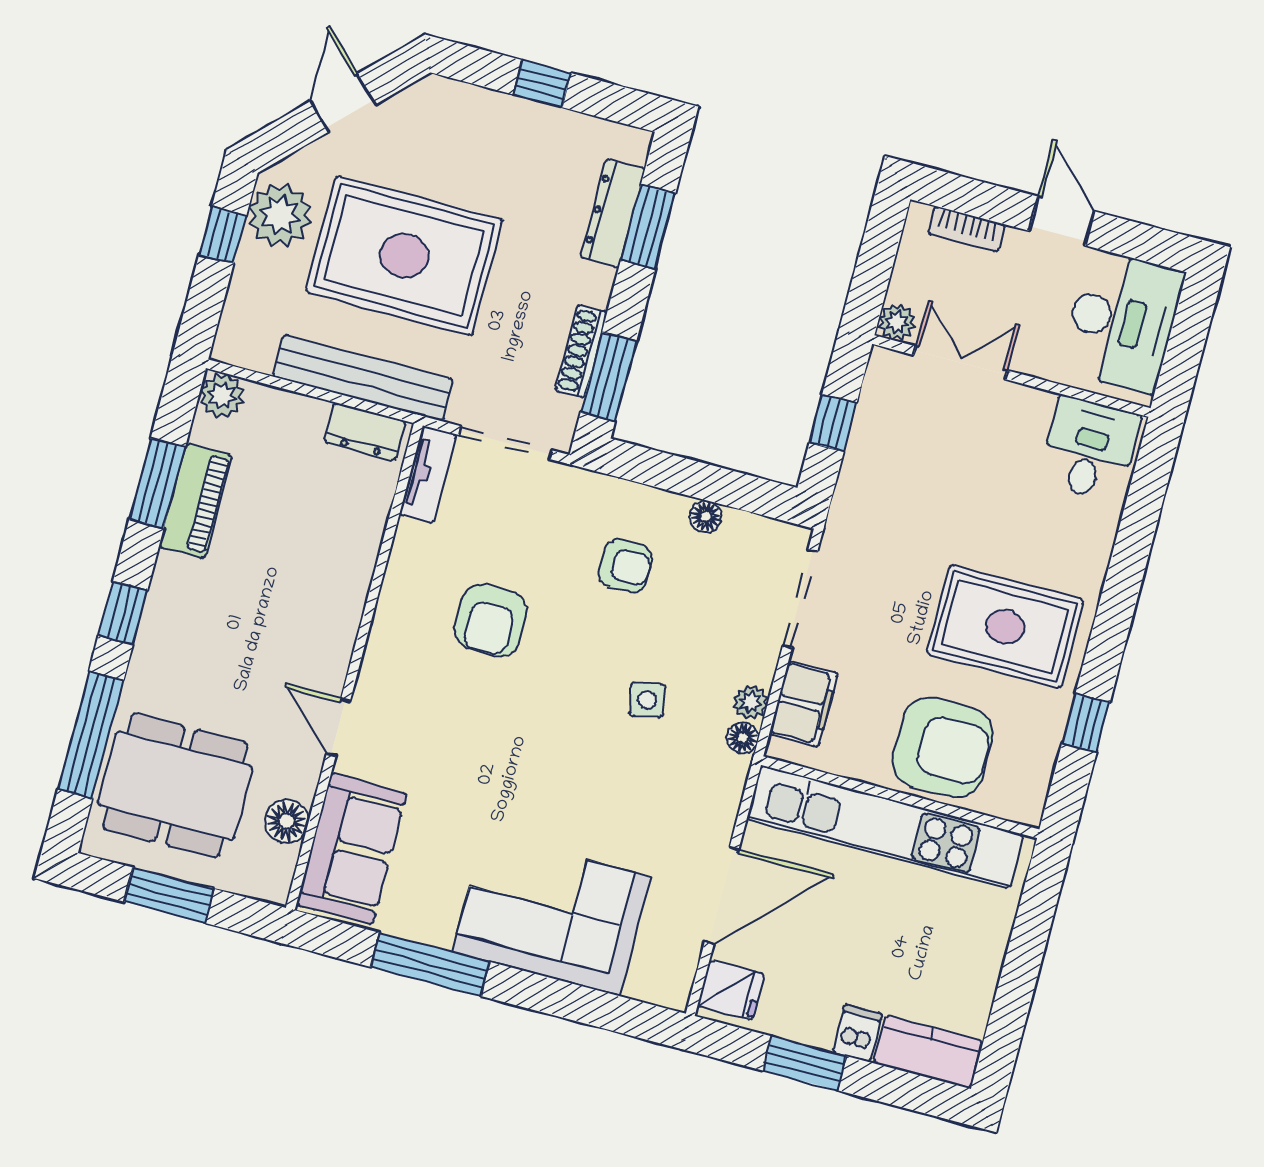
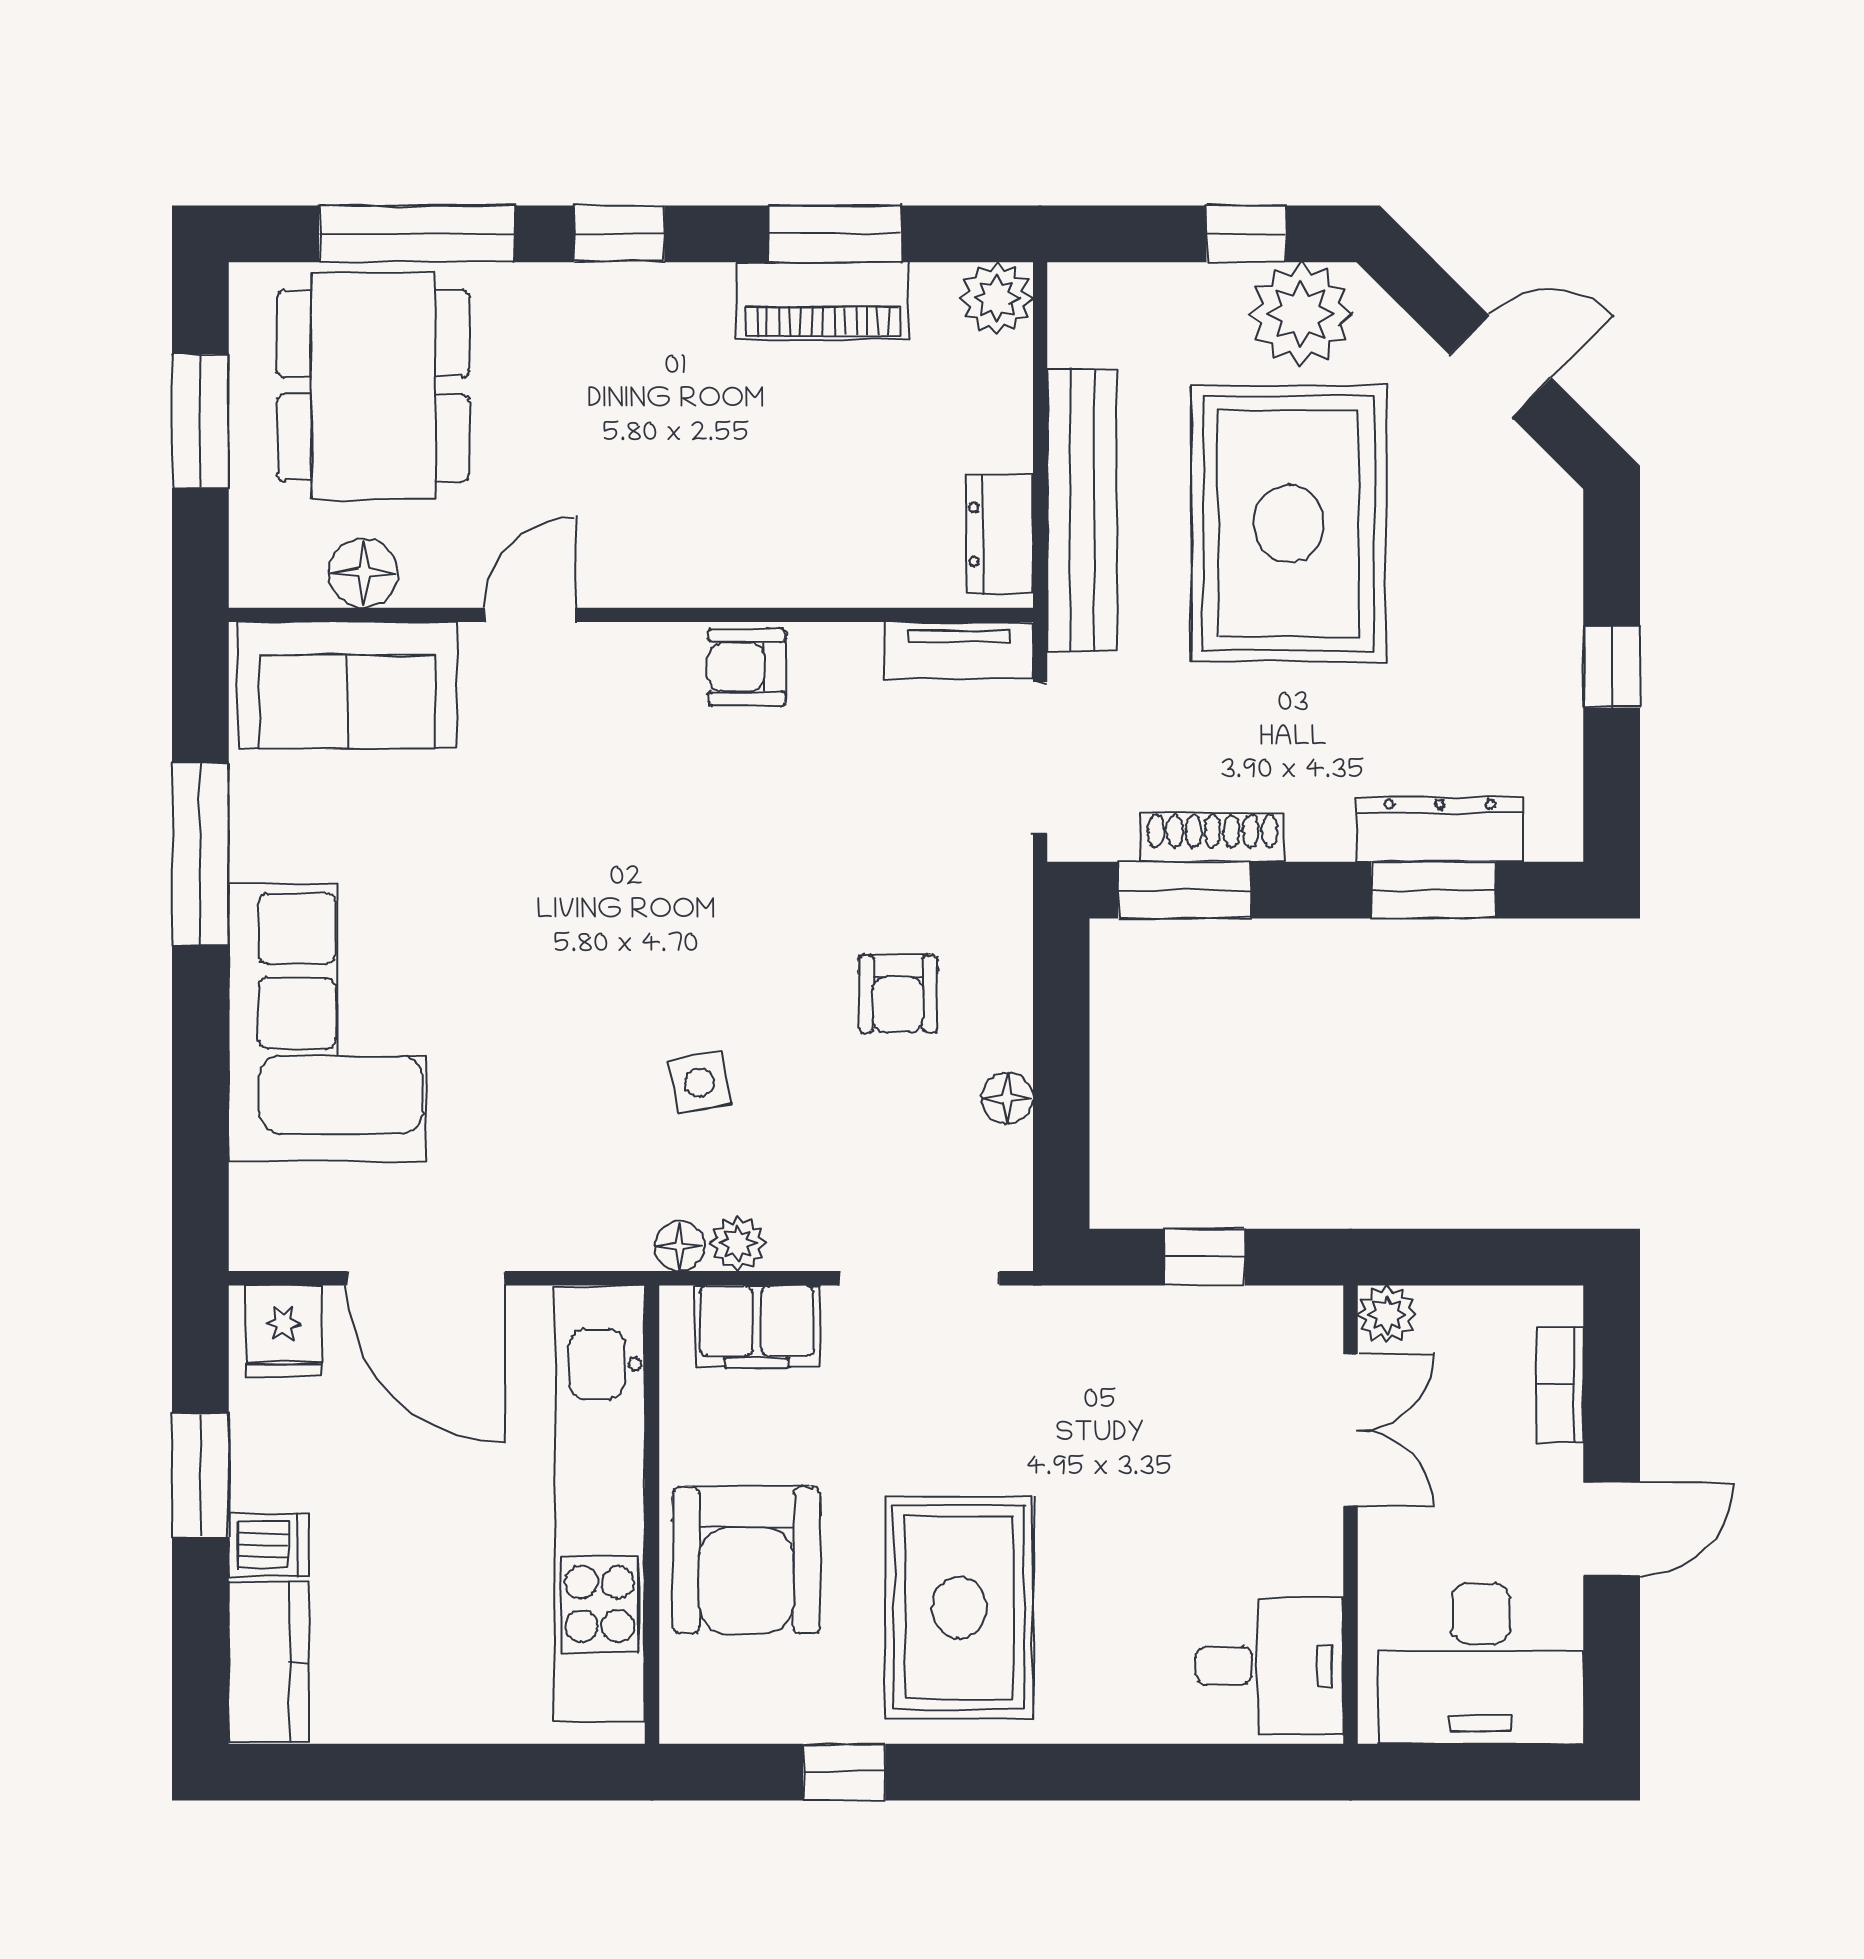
armchair: (491, 620) -> (747, 667), moved, width x0.72, depth x0.72

